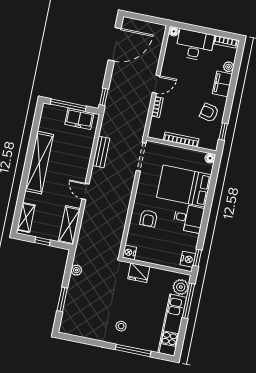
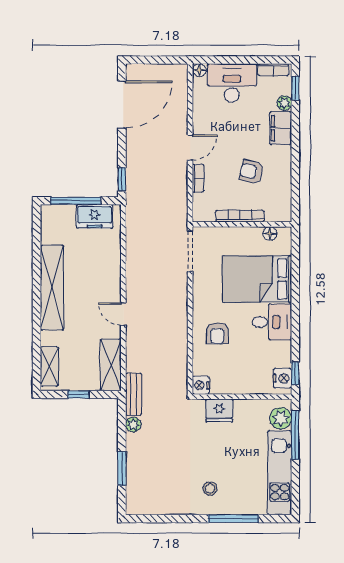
armchair: (209, 113) -> (251, 172), moved
window: (223, 132) -> (295, 88), moved
bench: (101, 152) -> (134, 394), moved
floor lamp: (210, 158) -> (270, 234), moved

